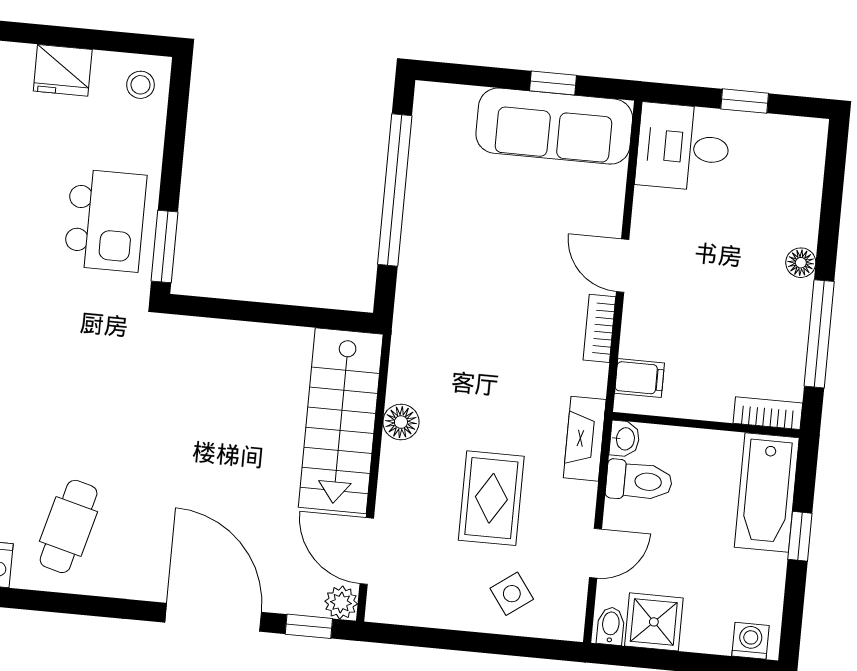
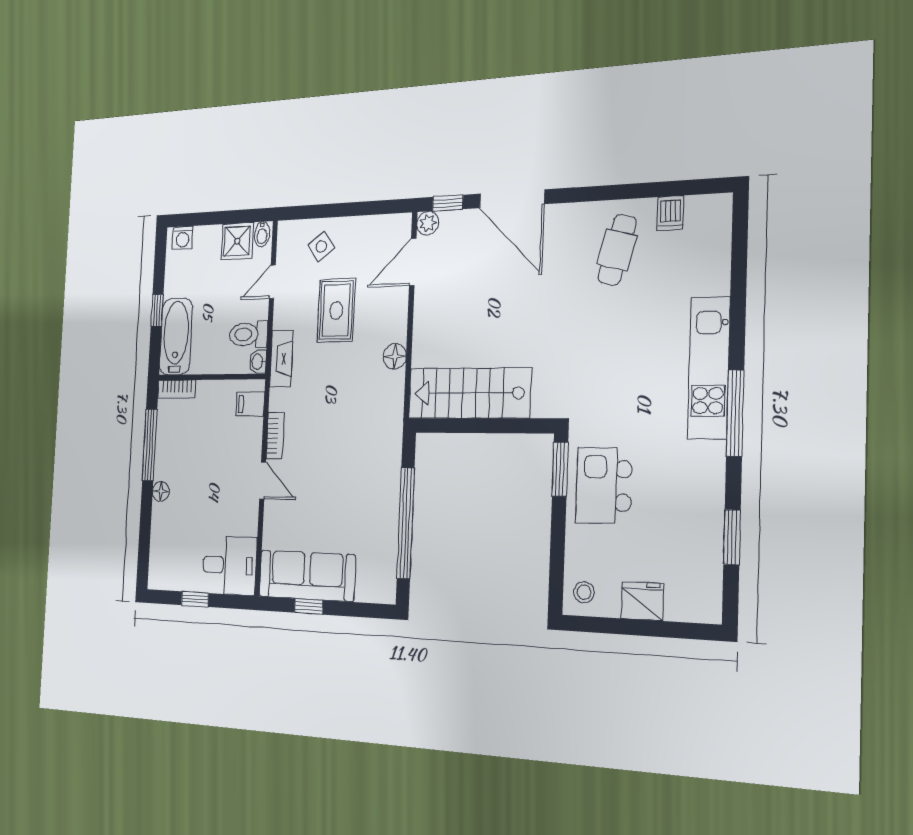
stairs: (341, 421) -> (469, 393), moved, turned -90
door: (367, 551) -> (413, 262), swing flipped

